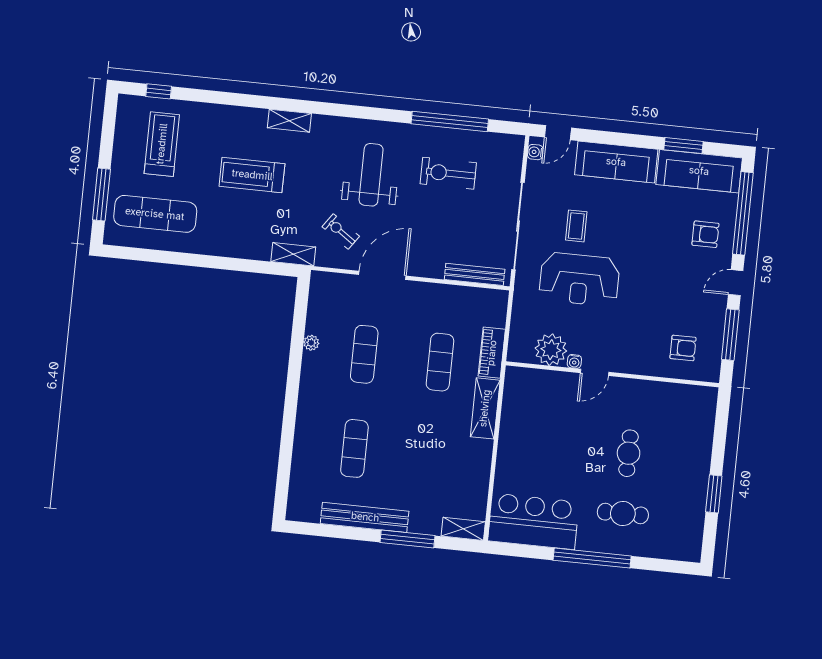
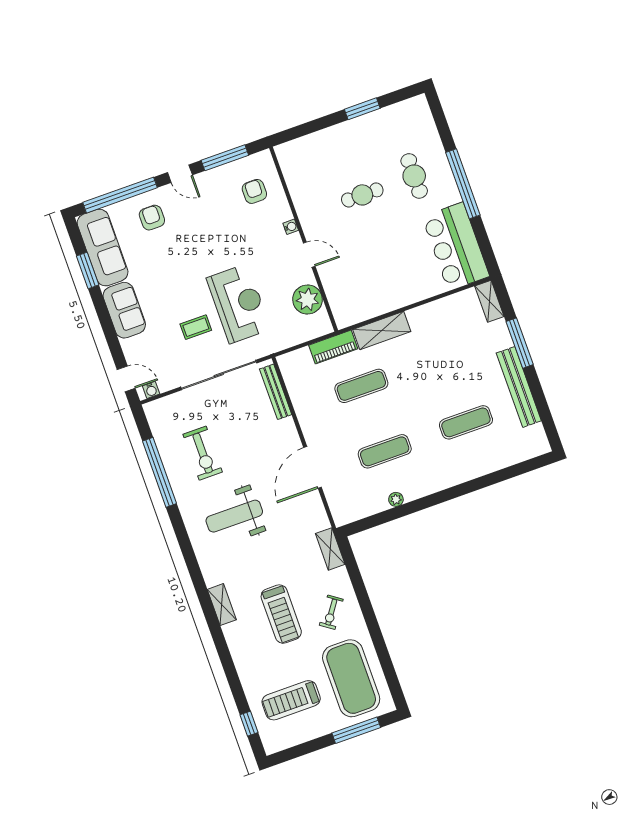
sofa: (616, 162) -> (124, 310), width x0.73
exercise mat: (155, 214) -> (351, 678), width x1.47
exercise bike: (341, 231) -> (331, 612), moved
door: (382, 275) -> (313, 467), hinge flipped
water cooler: (574, 361) -> (291, 227), moved

